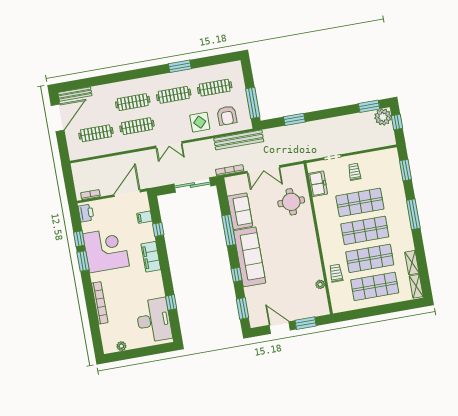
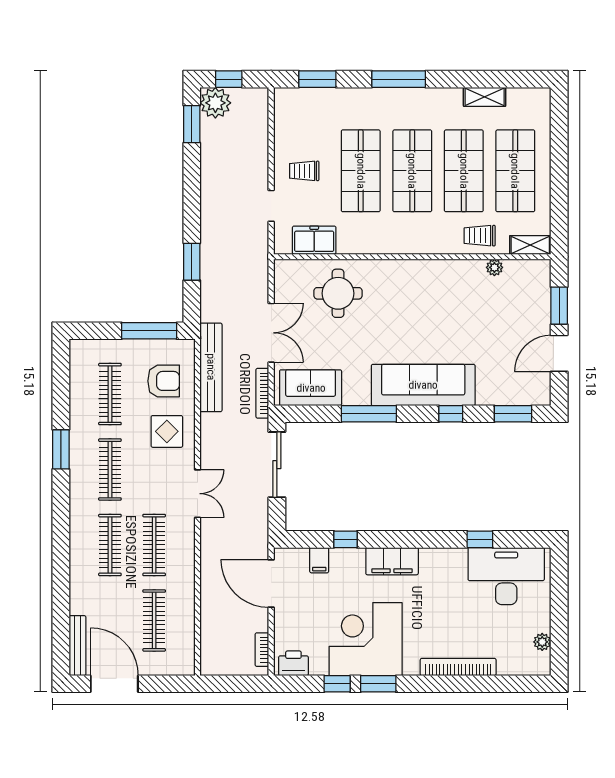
sofa: (240, 211) -> (311, 388), moved
shelving: (416, 286) -> (530, 245), moved

